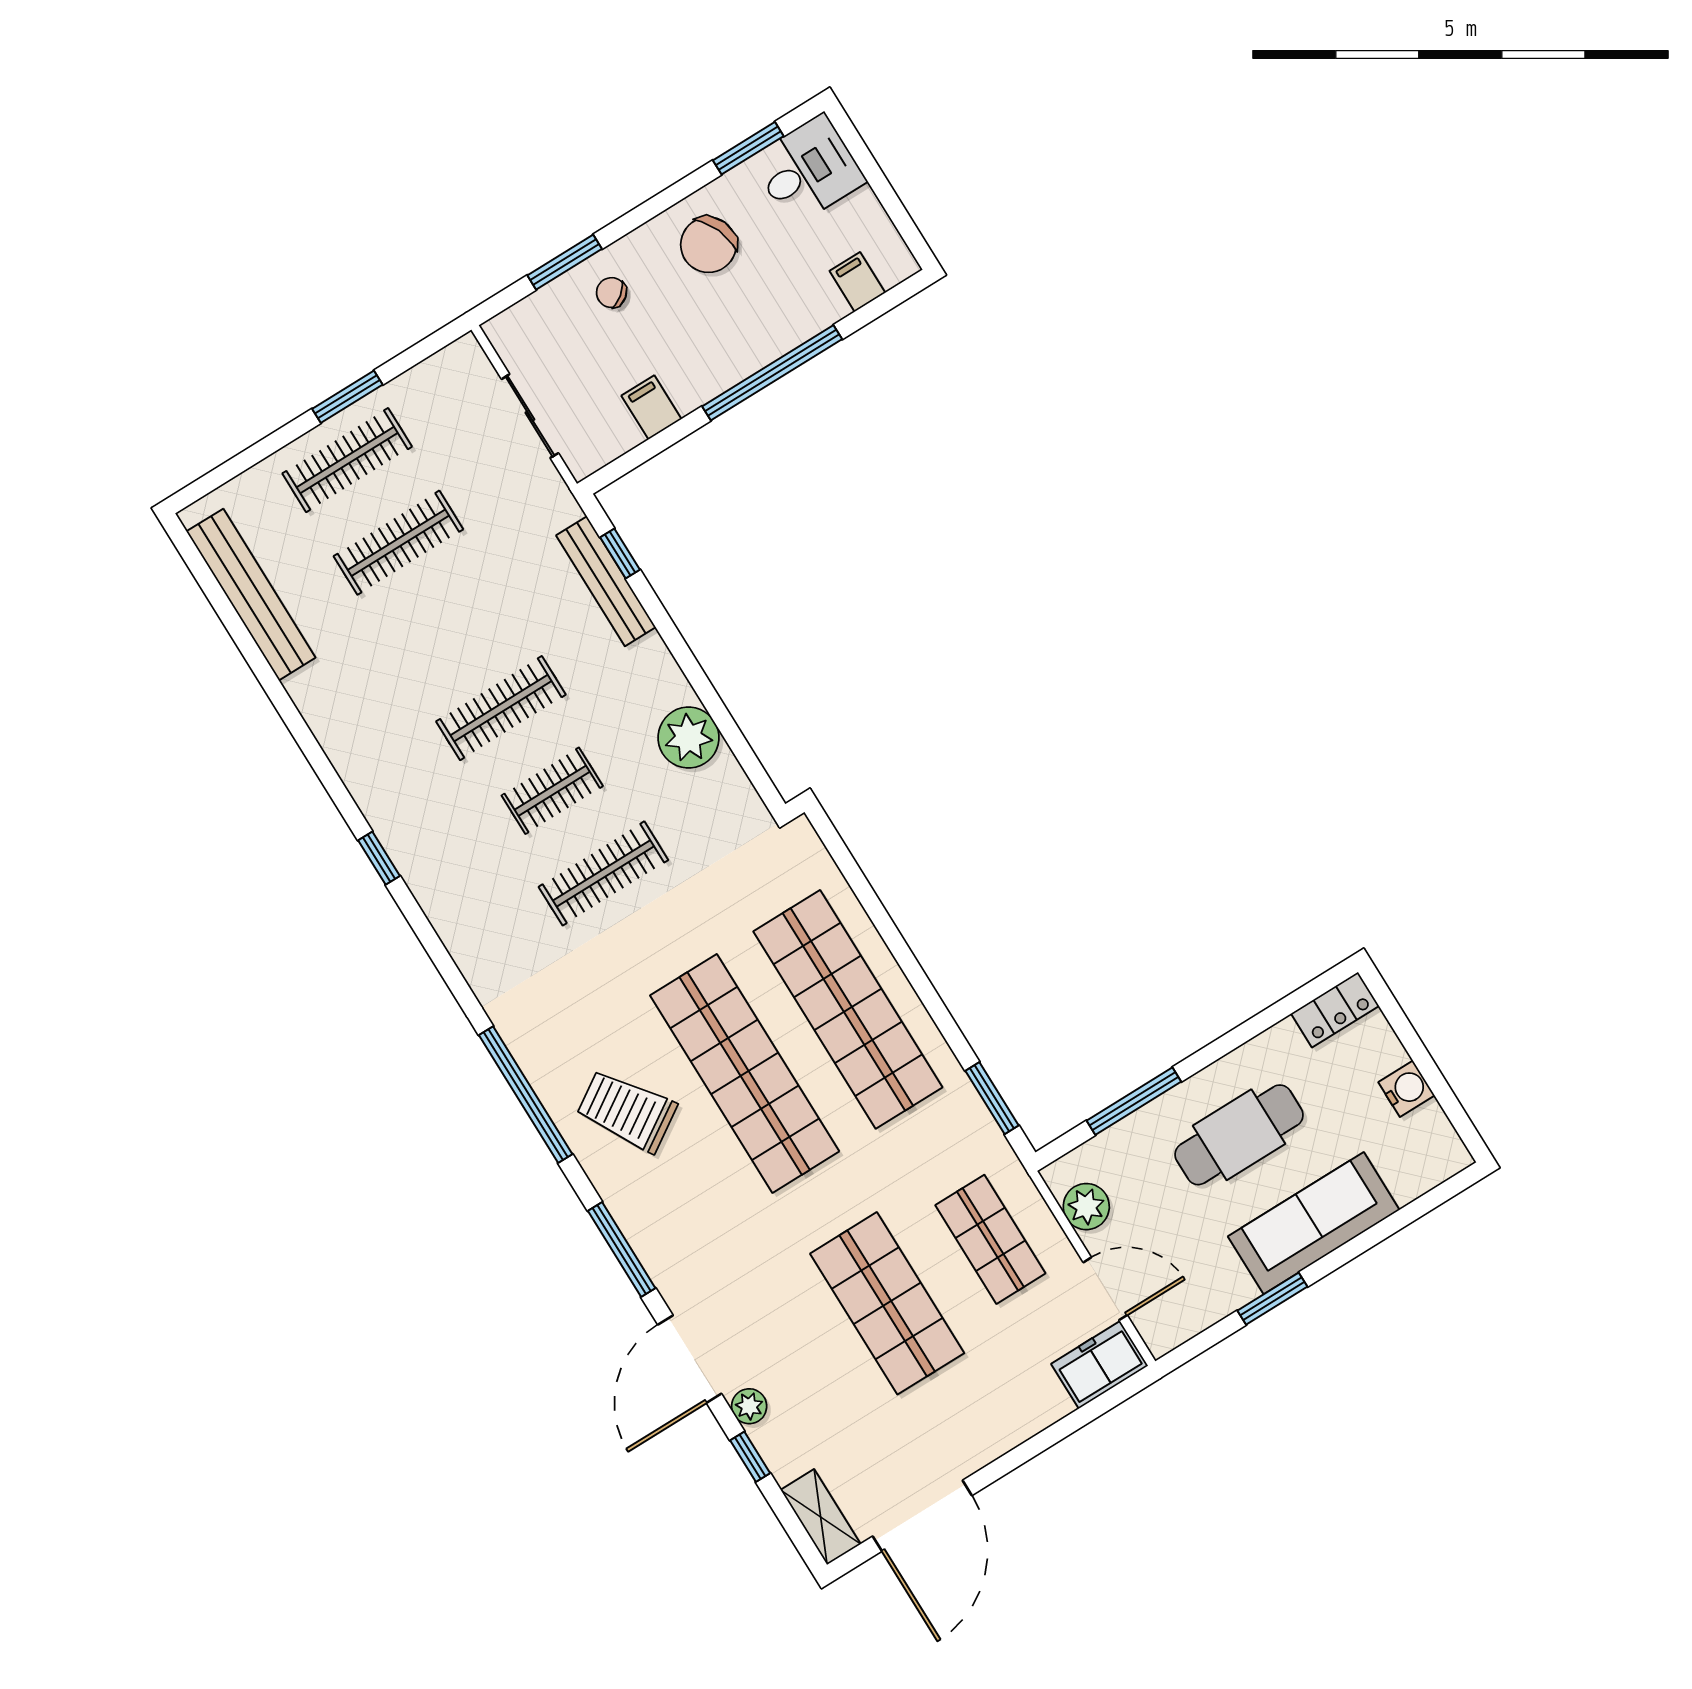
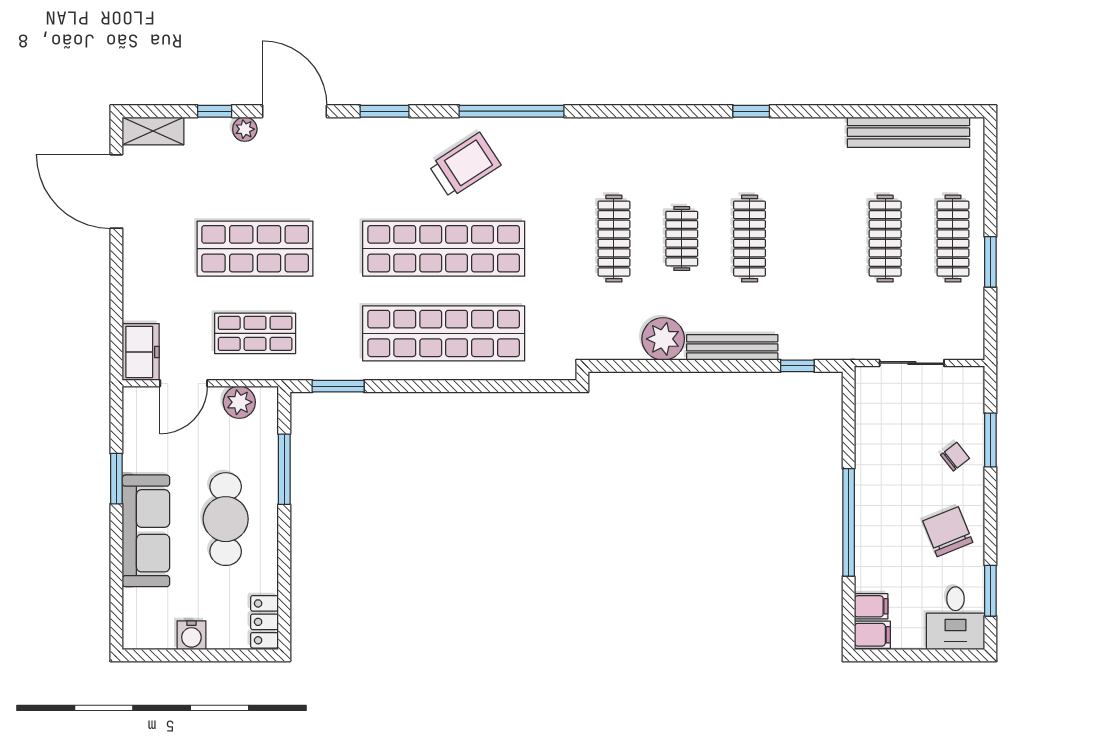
filing cabinet: (651, 407) -> (872, 635), moved
bench: (606, 581) -> (732, 347), moved
window: (379, 858) -> (751, 111), moved
window: (622, 1249) -> (385, 111), width x0.69

